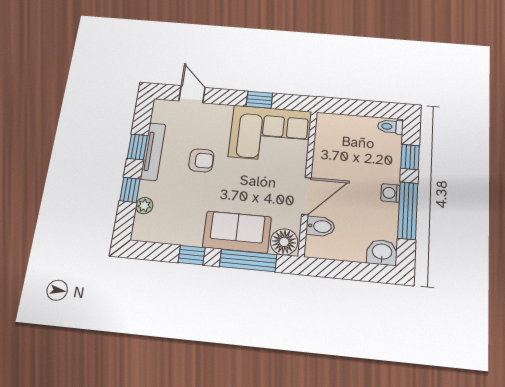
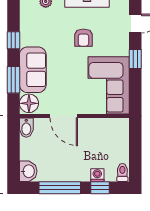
window: (259, 100) -> (135, 59), moved
washing machine: (391, 193) -> (97, 175), moved
bidet: (320, 226) -> (26, 128), moved
window: (248, 261) -> (13, 80), width x0.69

